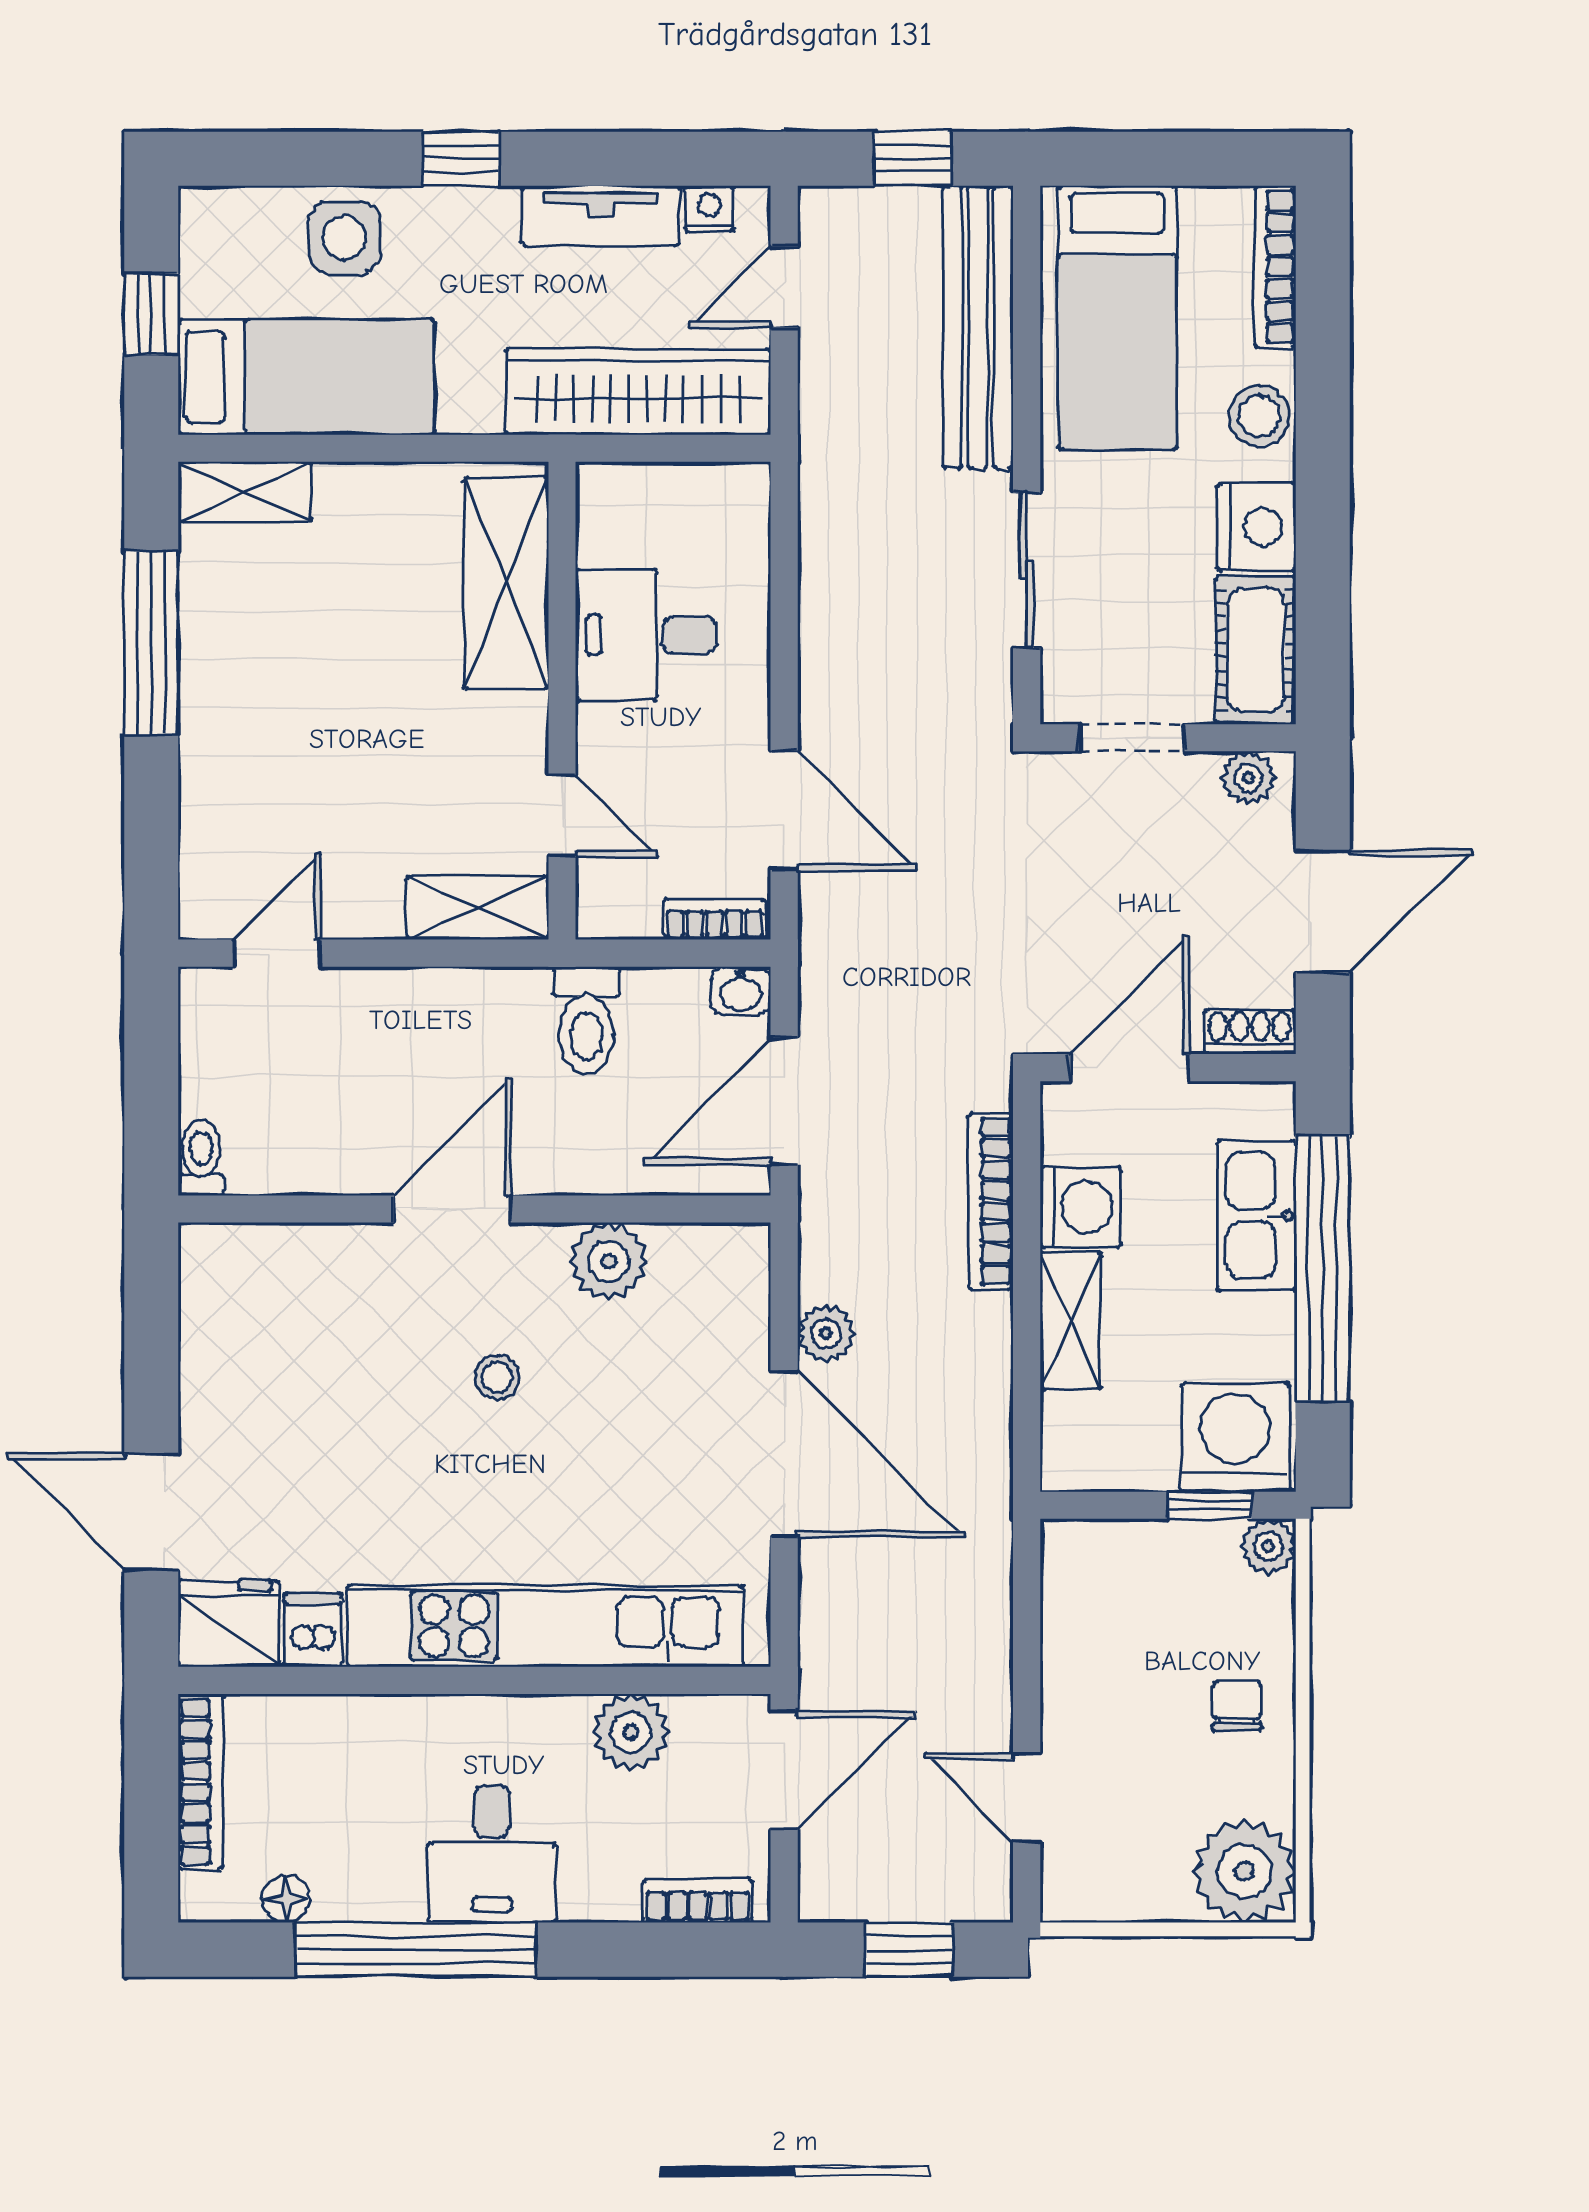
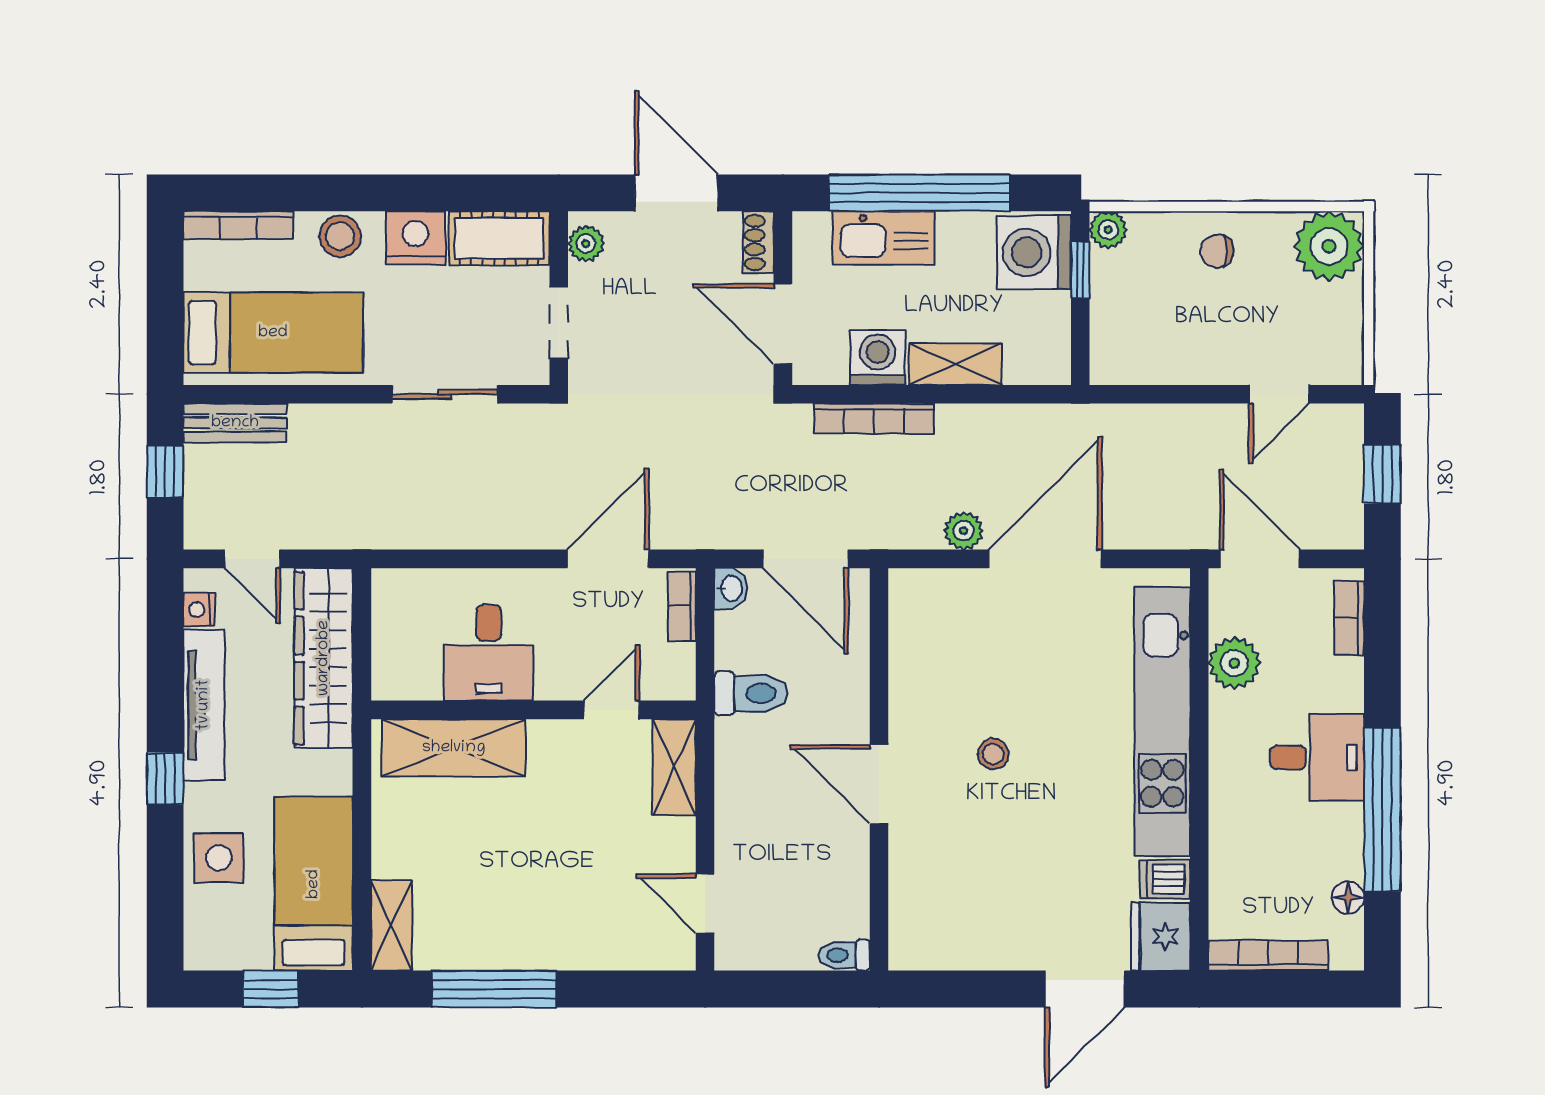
tv unit: (601, 216) -> (204, 705), width x1.41
bench: (978, 327) -> (235, 423), width x0.54, depth x0.82
plant: (609, 1261) -> (914, 678), removed

